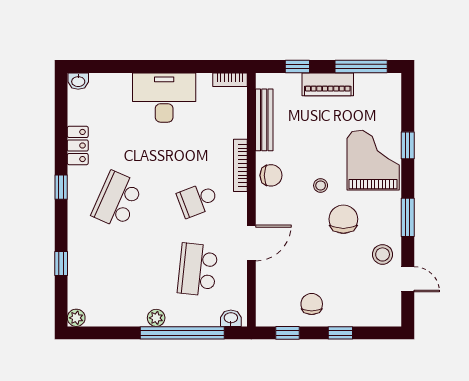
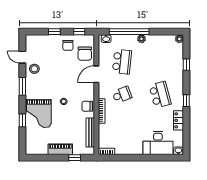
window: (361, 67) -> (45, 158), removed
desk: (164, 98) -> (158, 143), moved
school desk: (117, 200) -> (160, 95), turned -39
chair: (343, 219) -> (85, 54), moved

